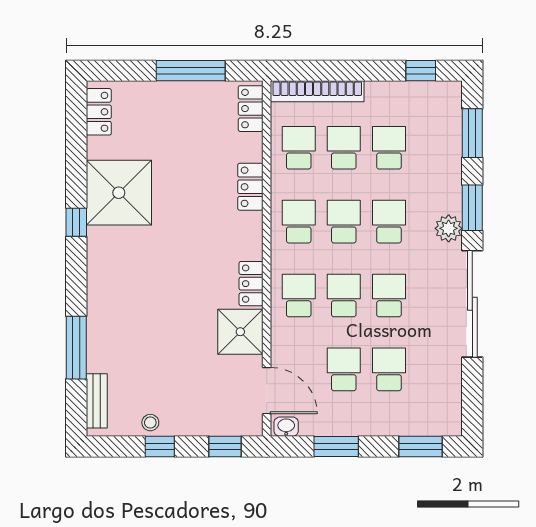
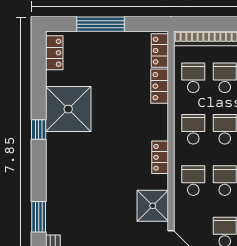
window: (191, 71) -> (101, 24), moved
locker: (250, 187) -> (160, 86), moved
locker: (251, 284) -> (160, 157), moved
window: (76, 348) -> (39, 217), width x0.69

